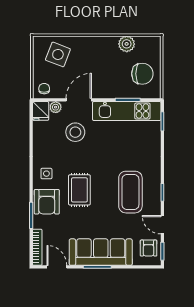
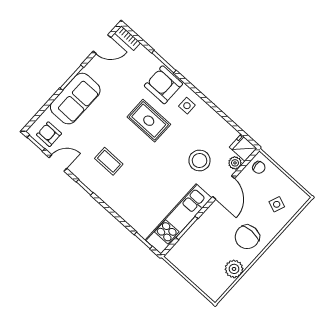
side table: (58, 54) -> (277, 204), width x0.54, depth x0.54
chair: (142, 74) -> (247, 237), moved
coffee table: (130, 192) -> (109, 161), width x0.54, depth x0.58
bookcase: (37, 247) -> (128, 38), width x0.64
sofa: (101, 252) -> (75, 99), width x0.73

